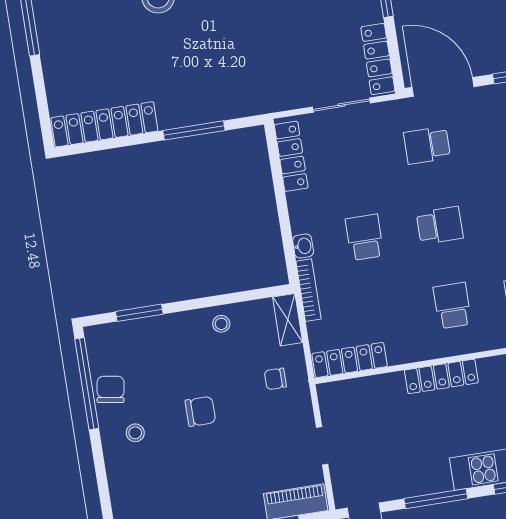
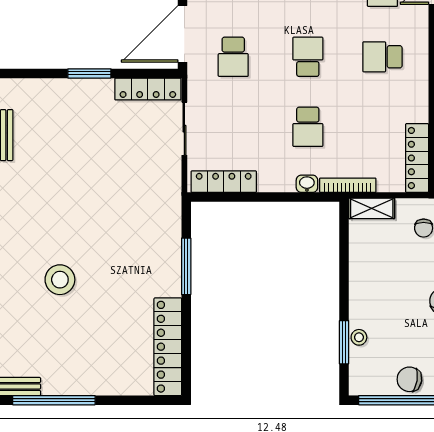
school desk: (364, 237) -> (308, 127), turned -90
stool: (221, 324) -> (359, 337), moved

